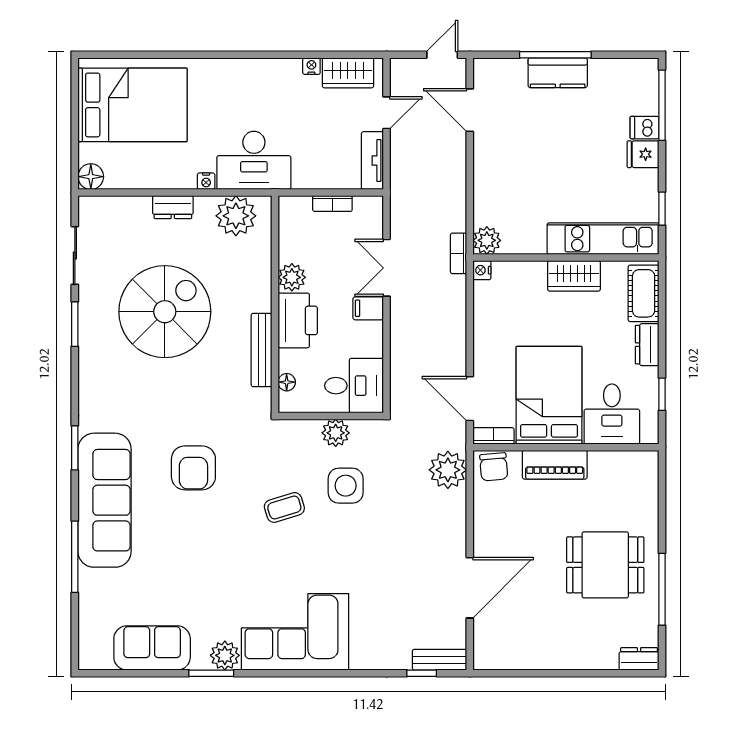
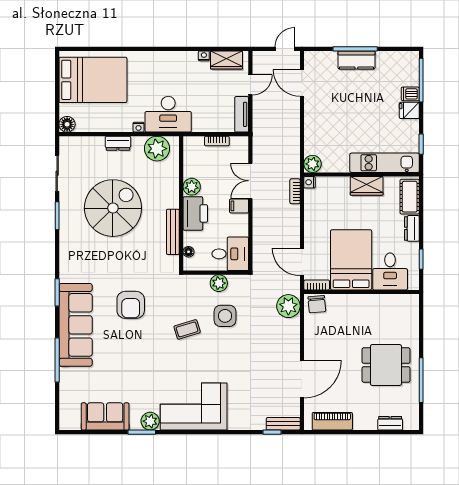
bookcase: (459, 253) -> (295, 191), moved
piano: (555, 465) -> (332, 421), moved, turned 180
dresser: (639, 659) -> (390, 423), moved

